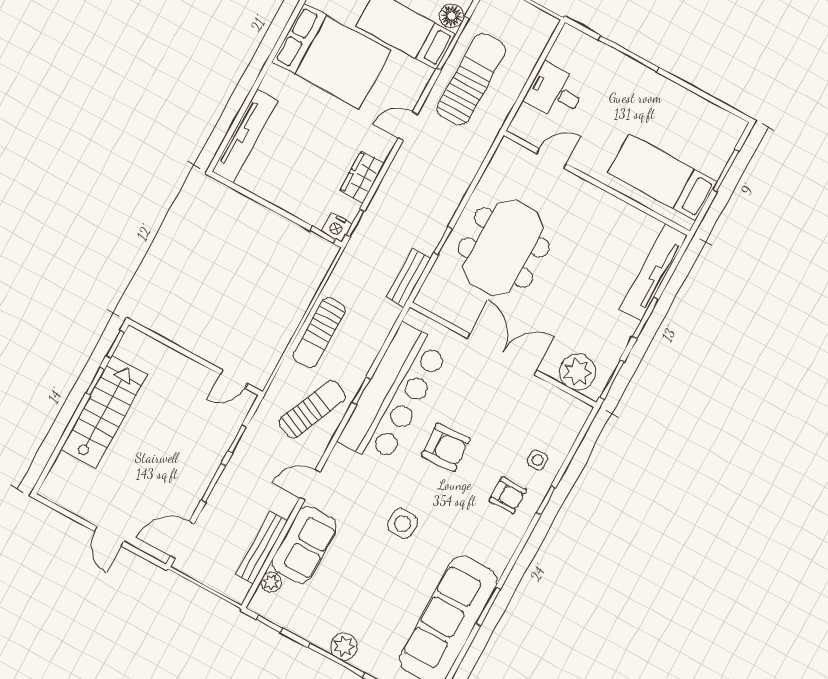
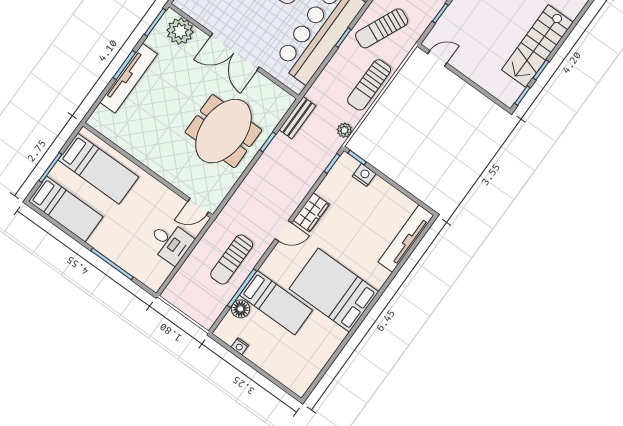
sun lounger: (471, 80) -> (232, 260), width x0.73, depth x0.75
bed: (699, 119) -> (66, 209), added
door: (551, 158) -> (198, 207), moved
wardrobe: (362, 177) -> (311, 212), moved
nightstand: (337, 227) -> (364, 175), moved
plant: (344, 269) -> (344, 130), added
tv unit: (653, 272) -> (129, 78), moved
sun lounger: (319, 333) -> (369, 85), turned 180

